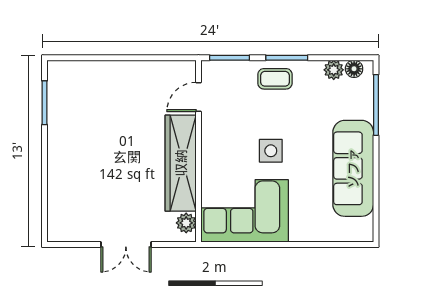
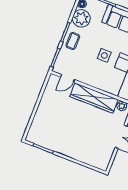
plant: (334, 70) -> (81, 18), width x1.87, depth x1.87
door: (199, 97) -> (68, 78), hinge flipped

